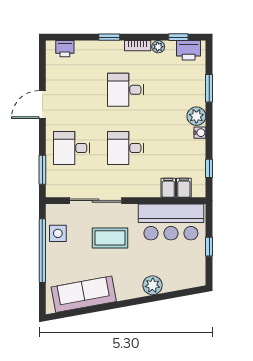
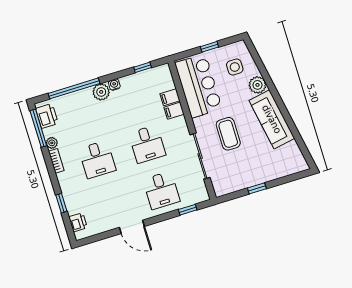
window: (109, 37) -> (61, 203), moved
window: (178, 37) -> (38, 128), width x2.17
window: (209, 88) -> (74, 88), width x2.11
window: (42, 170) -> (188, 210), width x0.67
filing cabinet: (184, 188) -> (174, 111), moved
side table: (58, 233) -> (235, 67), moved
window: (42, 251) -> (257, 188), width x0.32
sofa: (84, 294) -> (272, 119), moved

